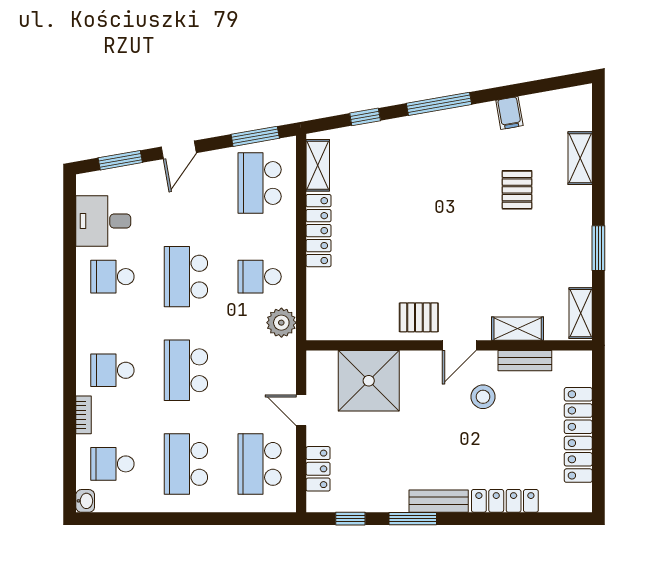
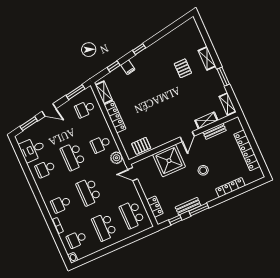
window: (439, 104) -> (139, 49), width x0.46
filing cabinet: (509, 113) -> (128, 67), moved
door: (179, 150) -> (49, 110), hinge flipped
shelving: (580, 158) -> (207, 58), moved
school desk: (260, 183) -> (85, 109), width x0.54
pallet: (419, 317) -> (141, 146), moved
shower: (369, 381) -> (169, 161), moved
stool: (483, 397) -> (203, 170), moved
door: (301, 410) -> (133, 174), moved
bench: (439, 501) -> (188, 206), moved

